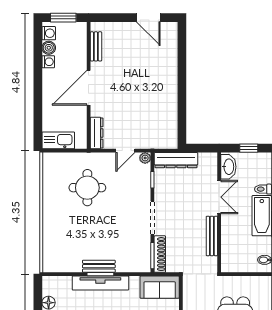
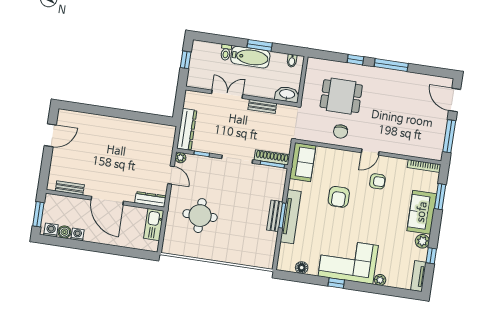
kitchen sink: (58, 140) -> (154, 225), moved
washbasin: (228, 167) -> (287, 94), moved
bench: (212, 236) -> (262, 106), width x0.73

